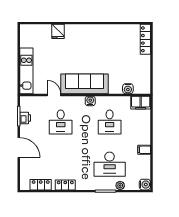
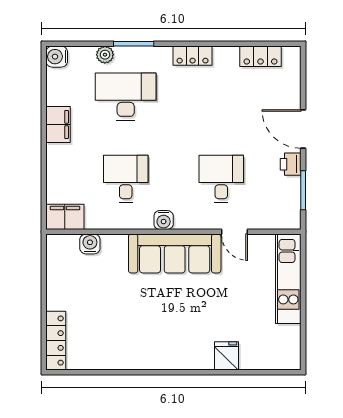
printer: (25, 118) -> (291, 164), moved
filing cabinet: (144, 150) -> (58, 124), width x2.00
locker: (65, 185) -> (193, 56), moved

